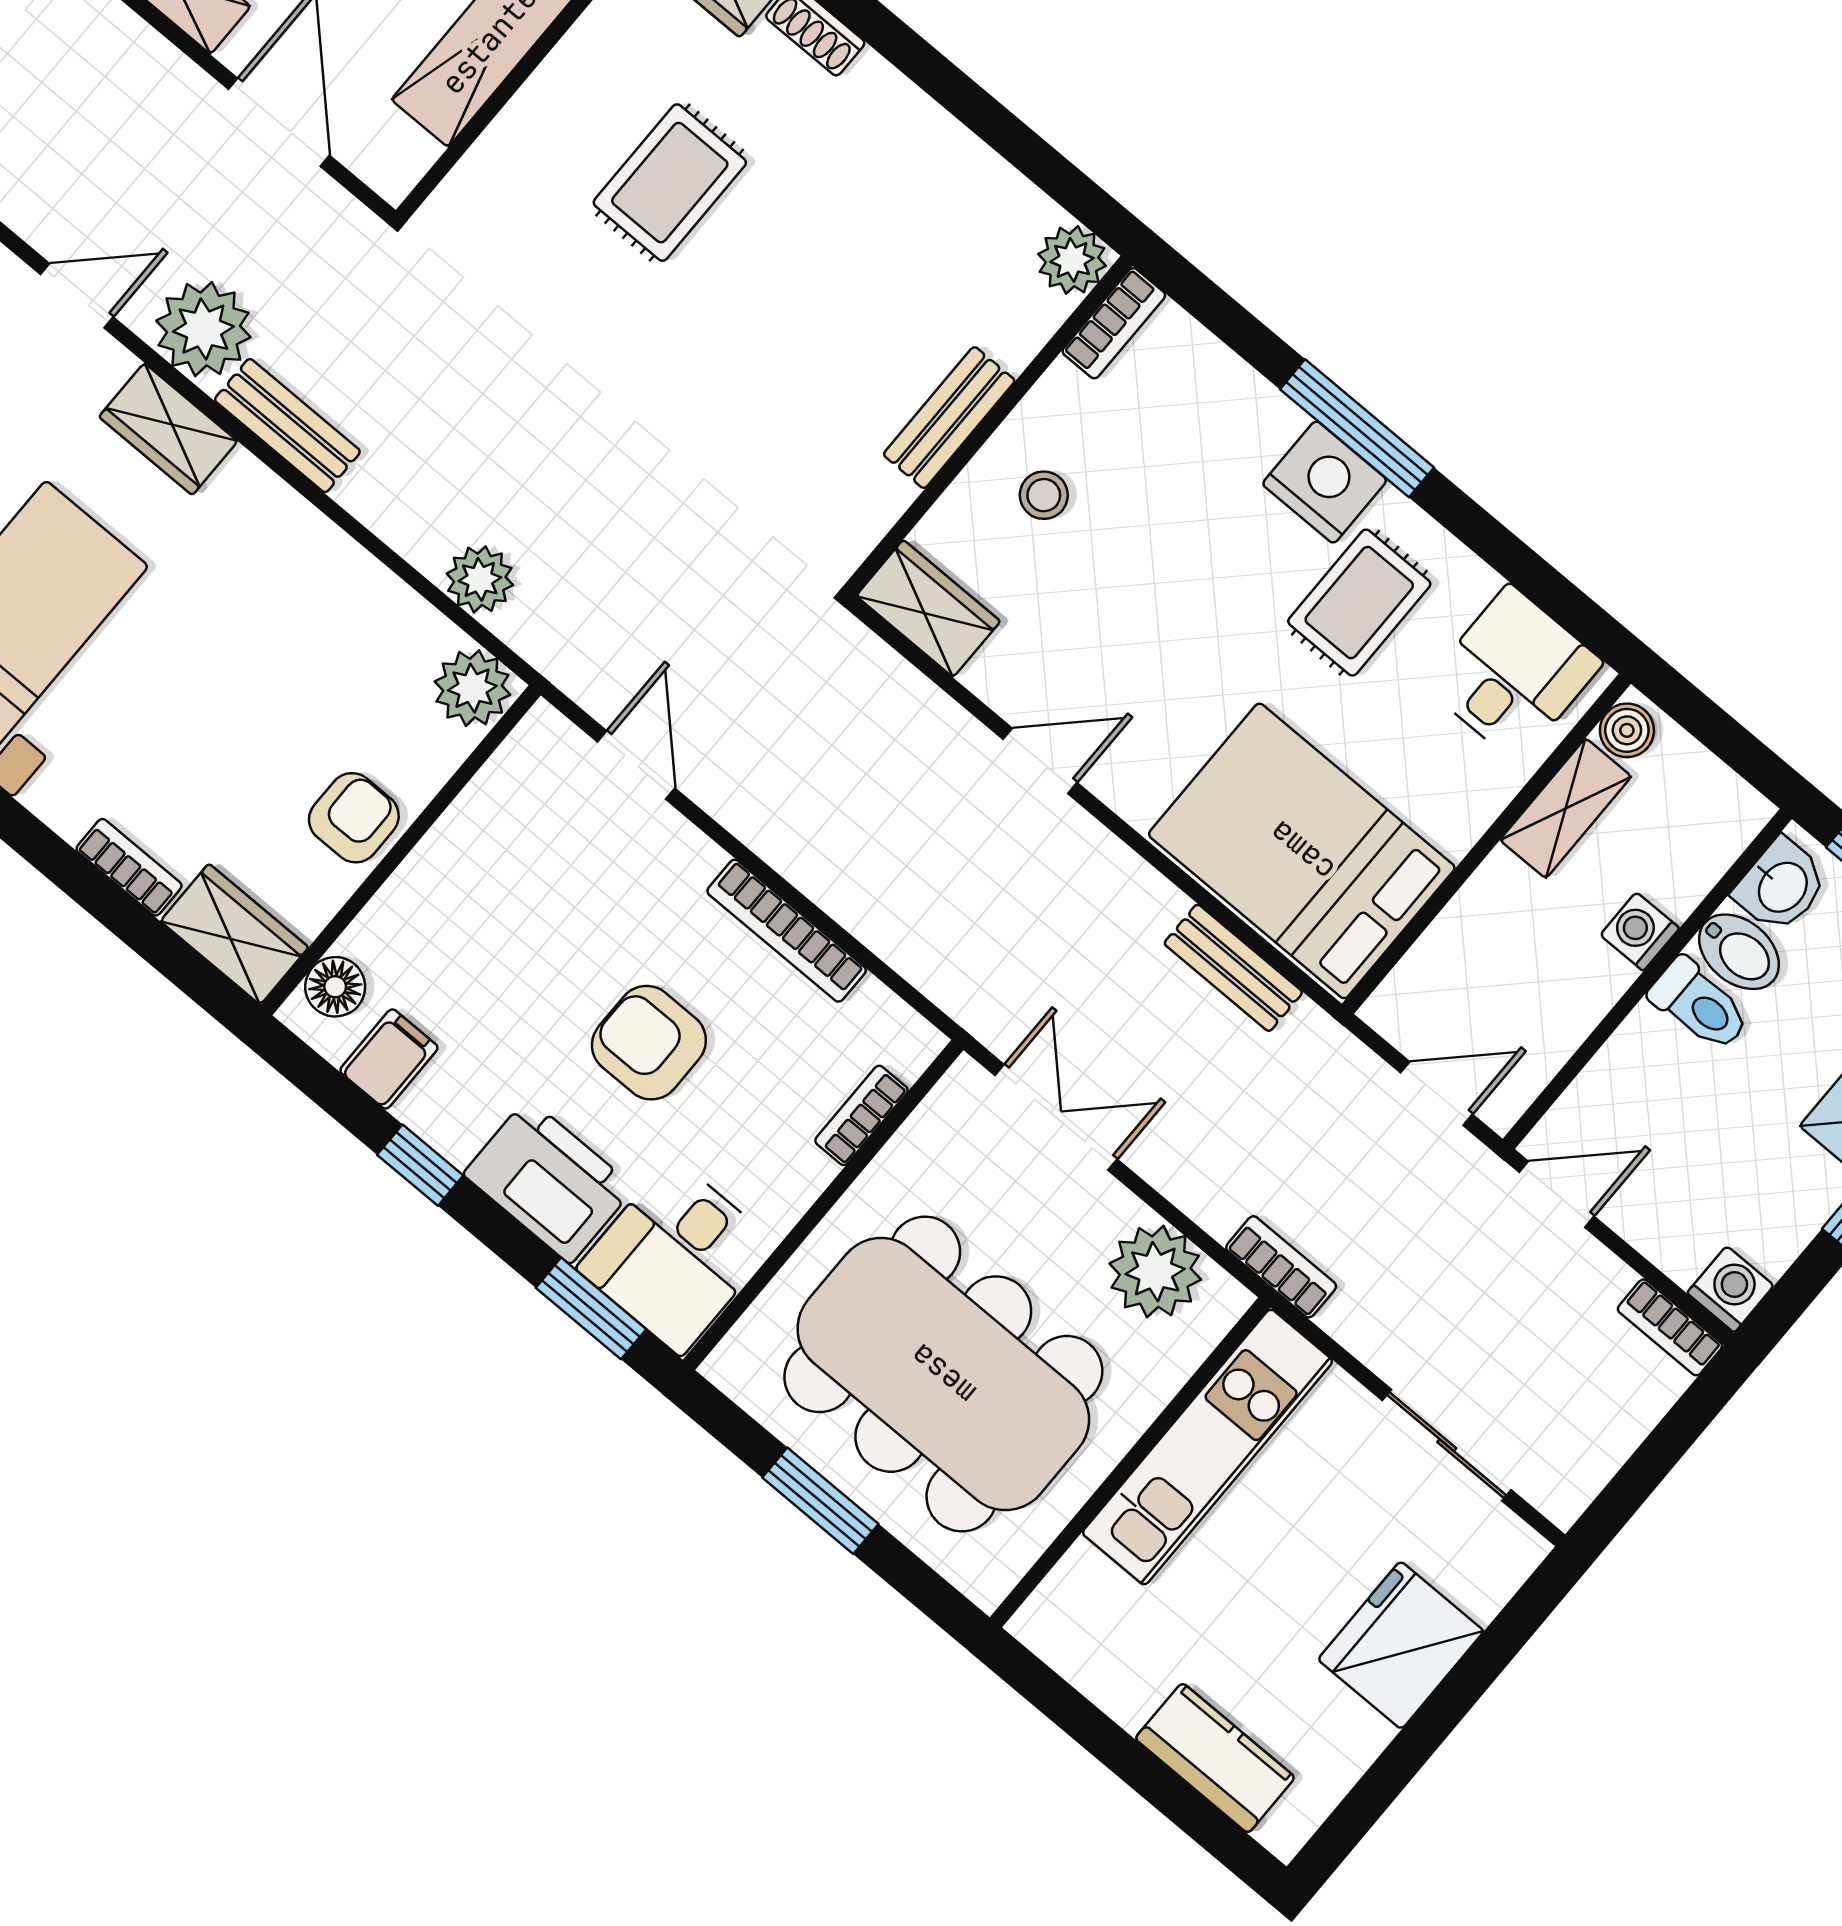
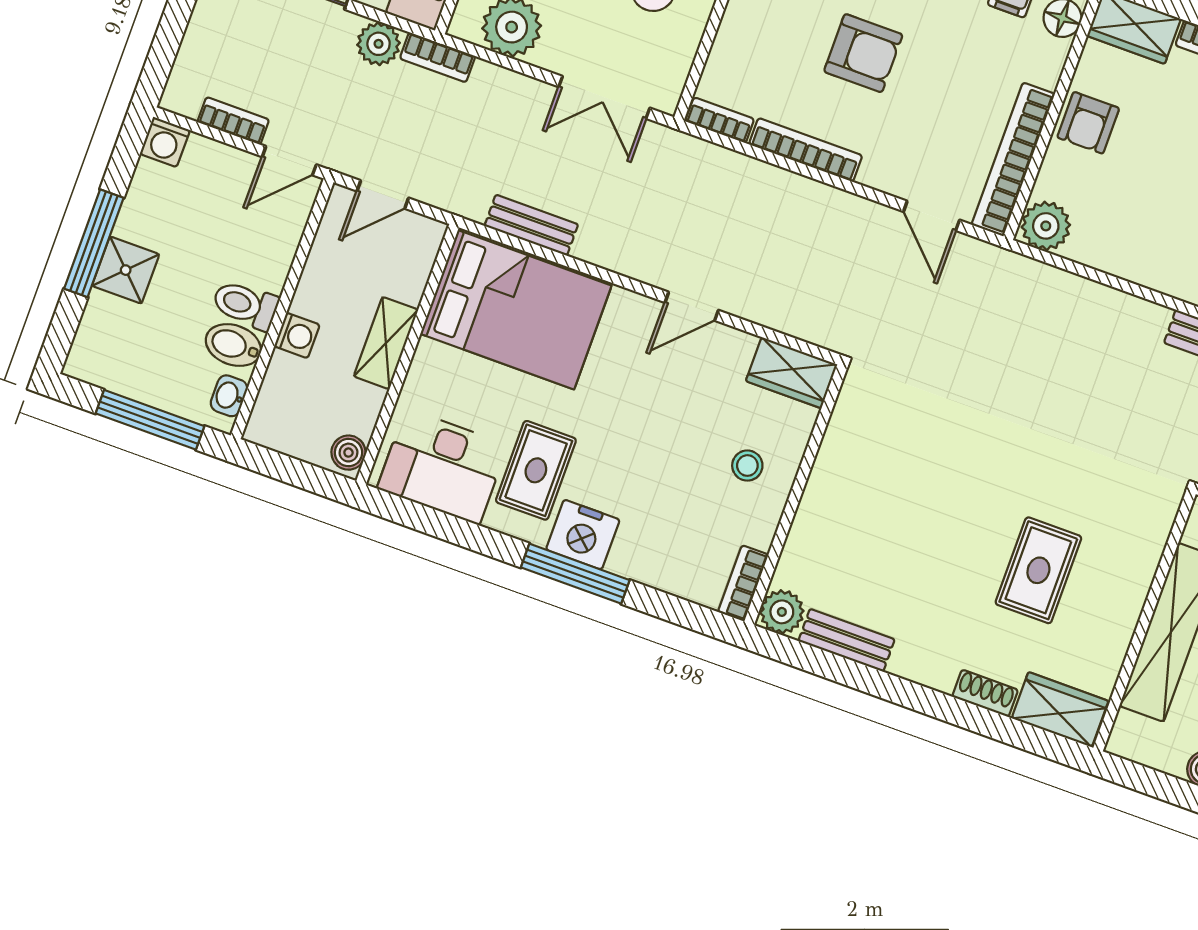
bench: (949, 418) -> (847, 640), moved, turned 90
plant: (480, 579) -> (379, 44), moved
desk: (1513, 674) -> (442, 467), width x1.37
bookcase: (485, 804) -> (1013, 159), added
shelving: (1566, 808) -> (386, 343), moved
washbasin: (1781, 886) -> (229, 396), width x0.72, depth x0.69
bookcase: (861, 1115) -> (720, 120), moved, turned -90
bookcase: (1670, 1327) -> (233, 121), moved

